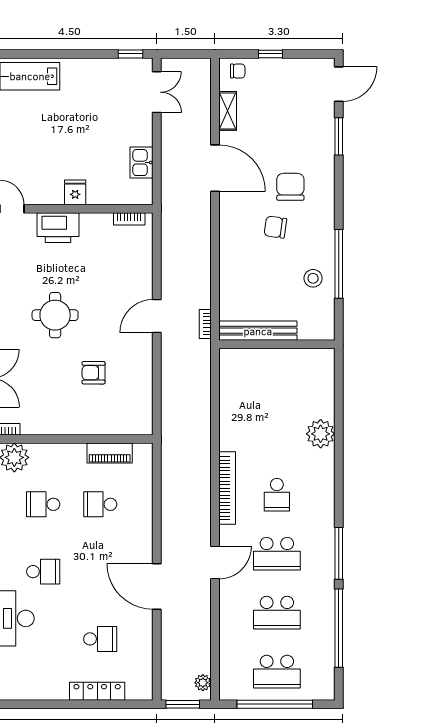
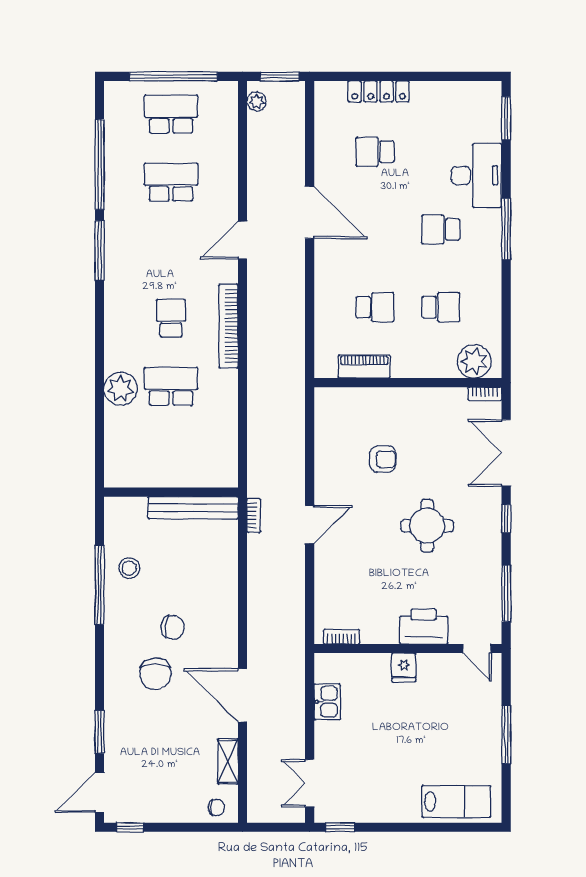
window: (271, 54) -> (130, 827), moved
chair: (238, 71) -> (216, 808), turned 180
school desk: (277, 554) -> (171, 386), moved

